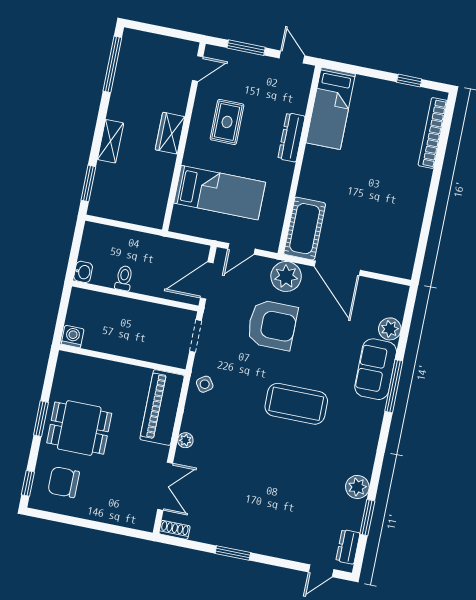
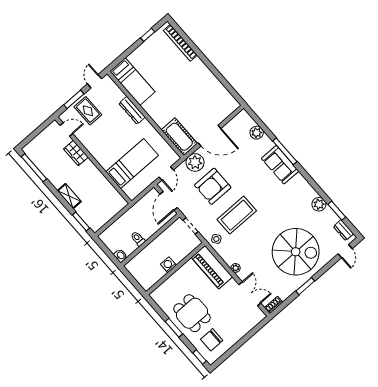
door: (292, 57) -> (95, 81), hinge flipped
door: (198, 69) -> (66, 129), hinge flipped
rug: (227, 122) -> (88, 111), moved
wardrobe: (170, 133) -> (76, 153), moved
armchair: (272, 325) -> (213, 186), turned 180
washing machine: (73, 337) -> (168, 265), moved
sofa: (376, 369) -> (280, 165), moved
coffee table: (296, 404) -> (237, 215), moved
dining table: (79, 428) -> (192, 313), turned 90
spiral stairs: (269, 505) -> (296, 252), added

